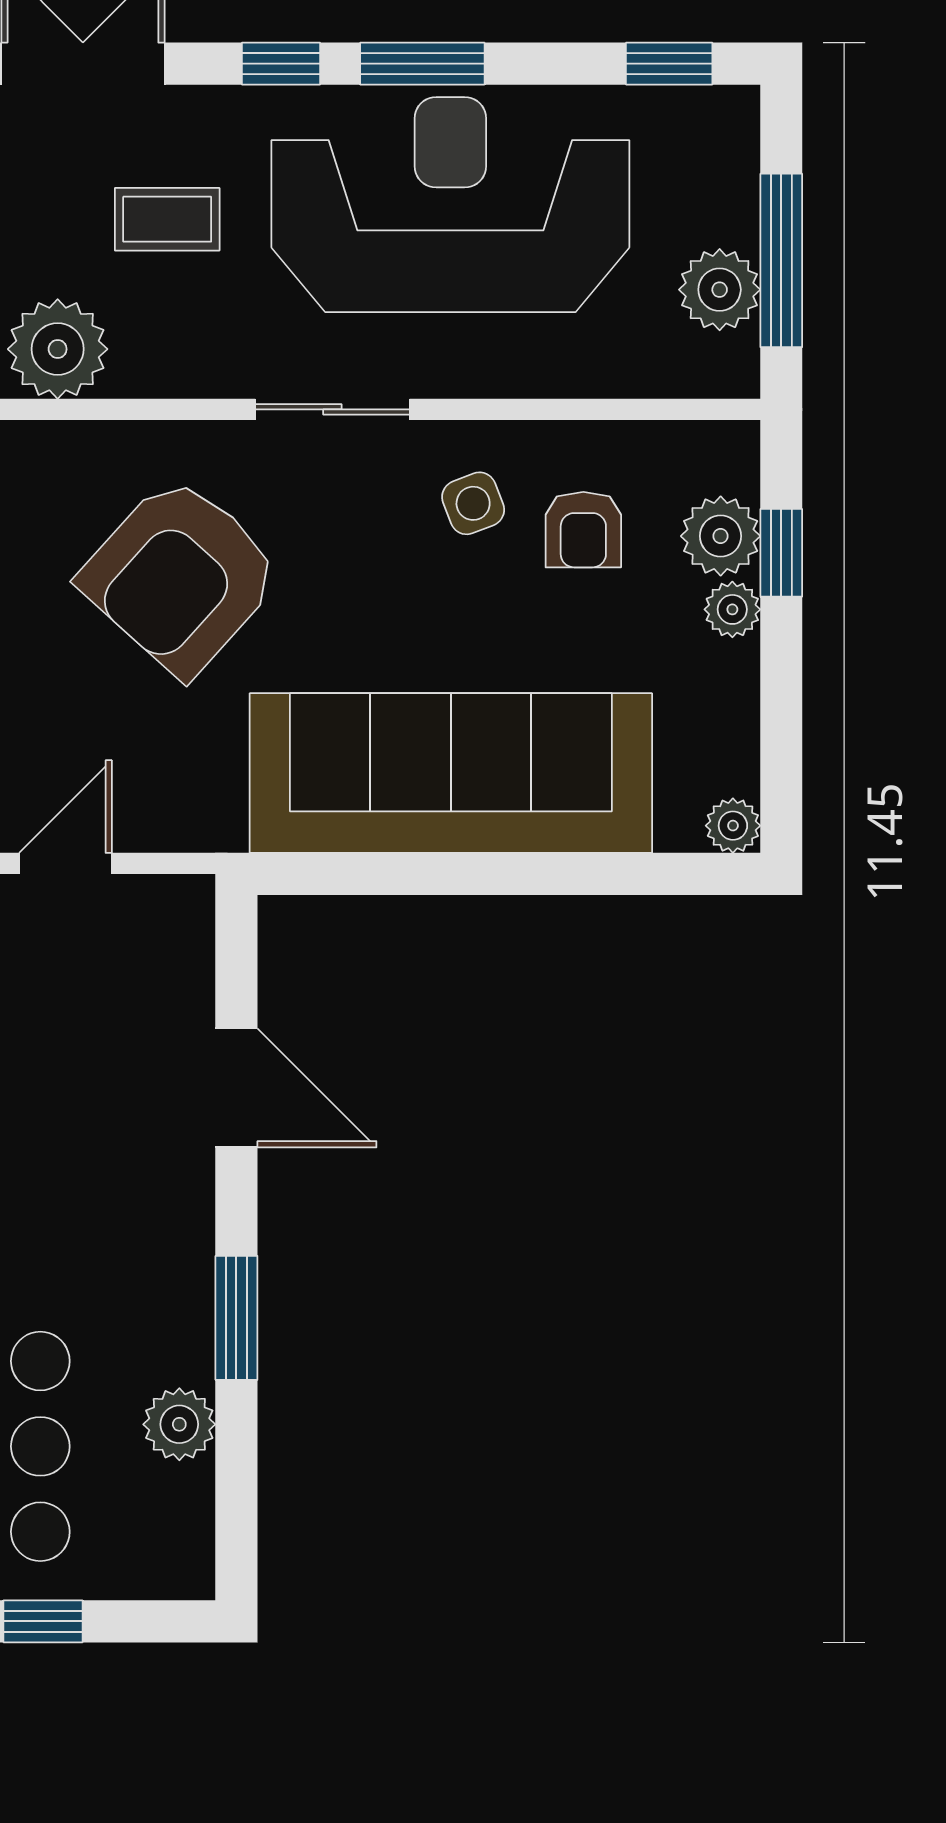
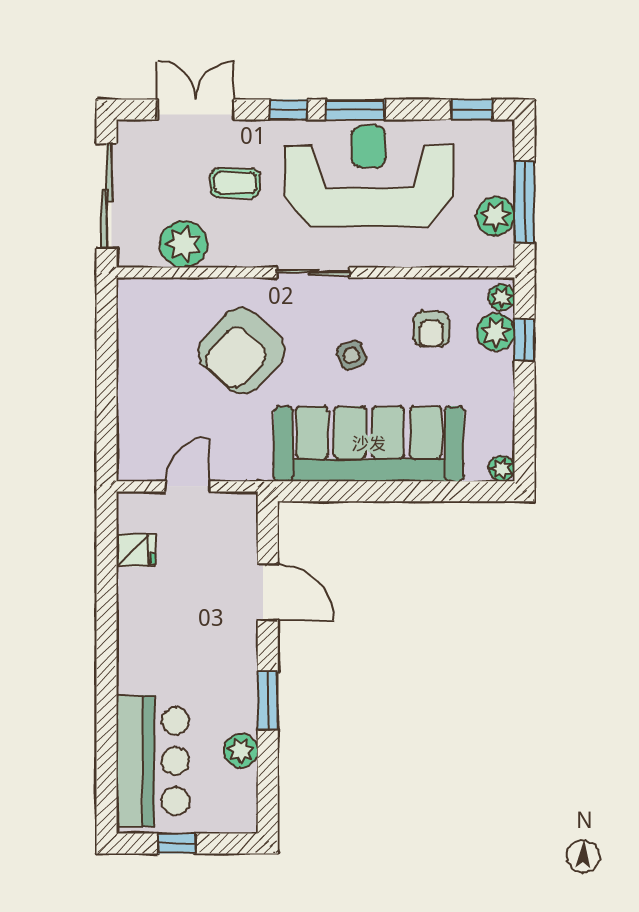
side table: (473, 503) -> (351, 355), moved
plant: (732, 609) -> (501, 298), moved

